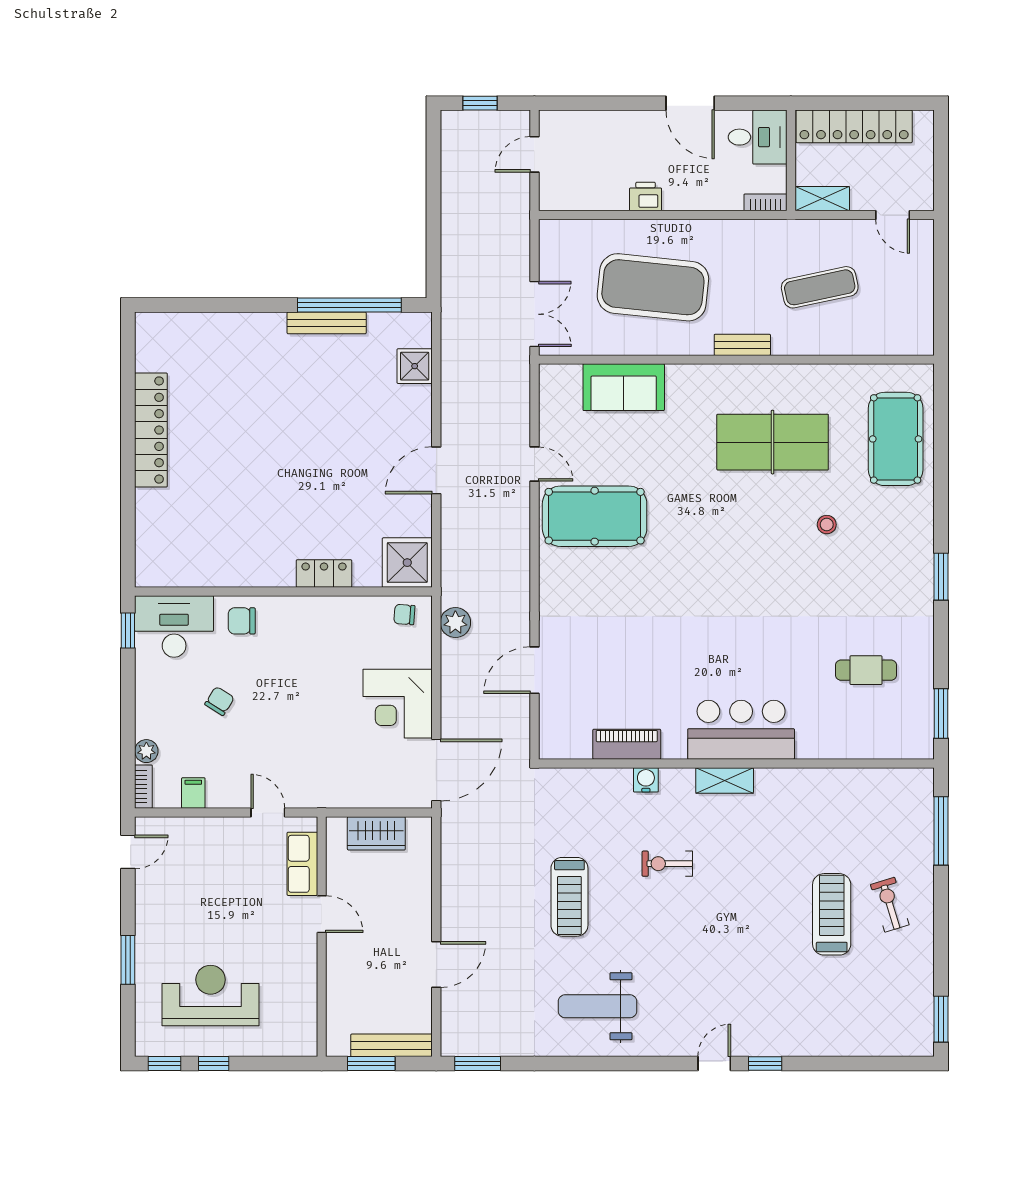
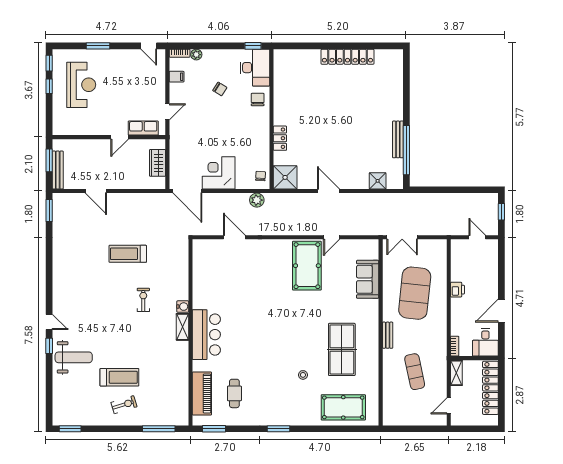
piano: (627, 744) -> (202, 393), moved, width x1.37, depth x1.33
water cooler: (646, 780) -> (183, 307), moved
weight bench: (597, 1006) -> (74, 357), moved, turned 90

